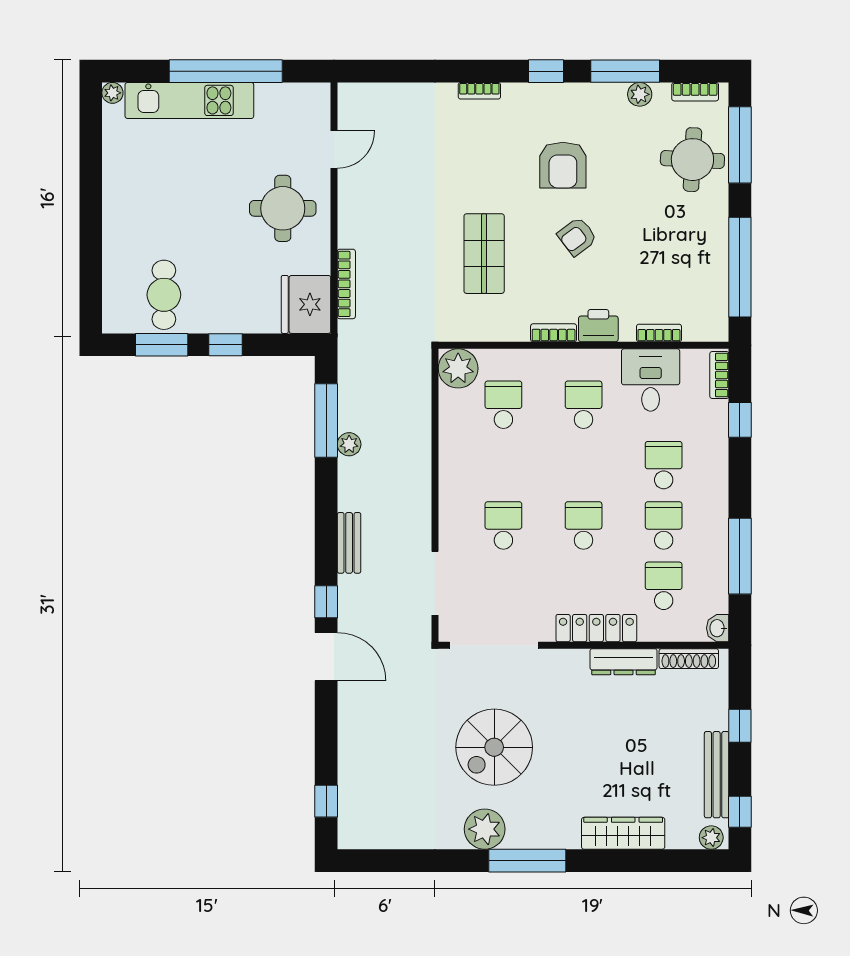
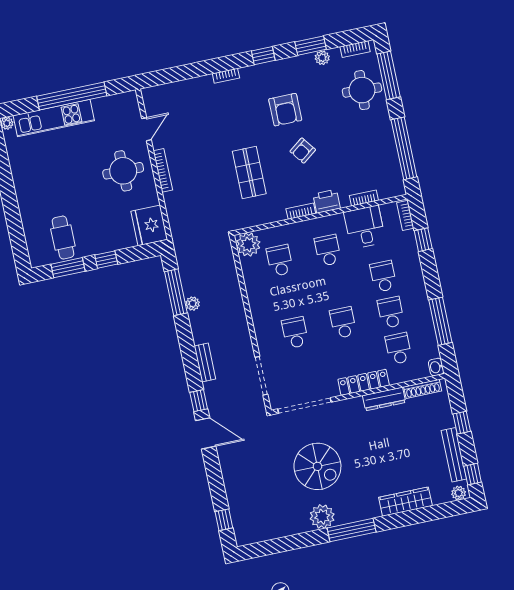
window: (625, 71) -> (311, 46), width x0.69
bookcase: (346, 284) -> (163, 170), moved
spiral stairs: (494, 747) -> (317, 466), turned -90

